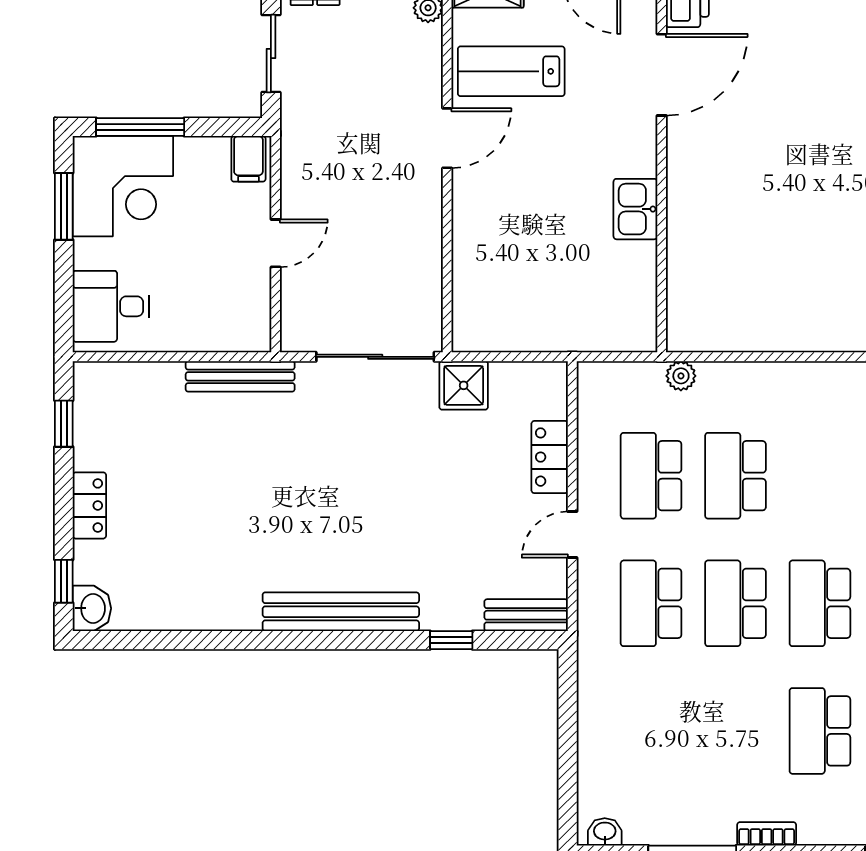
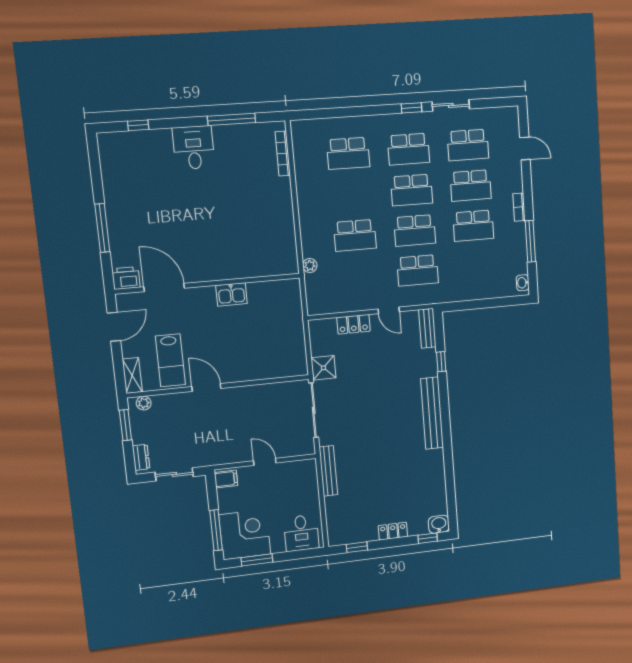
school desk: (651, 476) -> (473, 226), moved

